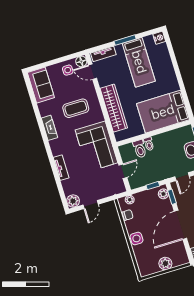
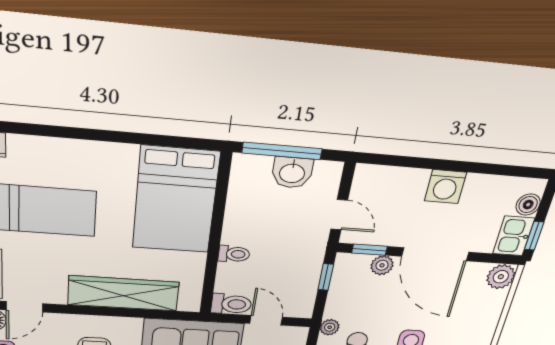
toilet: (140, 149) -> (231, 304), moved
plant: (163, 194) -> (382, 265), moved
plant: (165, 264) -> (501, 277), moved

